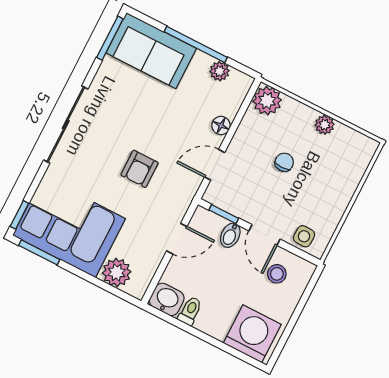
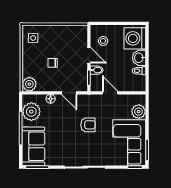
plant: (220, 71) -> (31, 112), width x1.87, depth x1.87
plant: (325, 125) -> (27, 54), removed
door: (264, 235) -> (89, 55), hinge flipped
side table: (304, 236) -> (33, 38), moved
washbasin: (167, 299) -> (139, 58), moved

